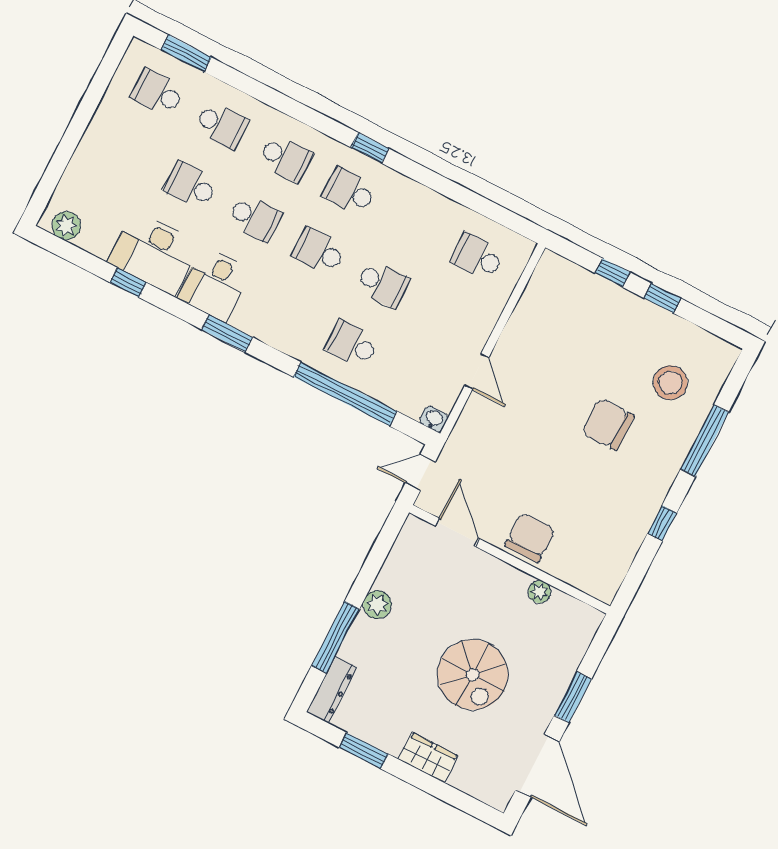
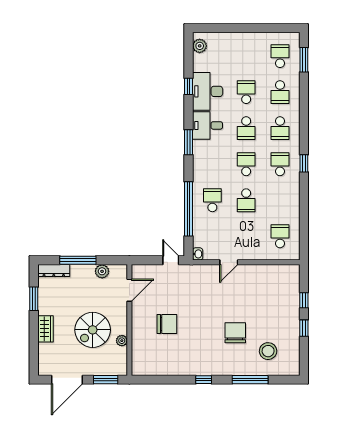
door: (457, 532) -> (129, 290), moved
wall: (510, 559) -> (129, 320), moved
plant: (539, 592) -> (122, 341), moved

